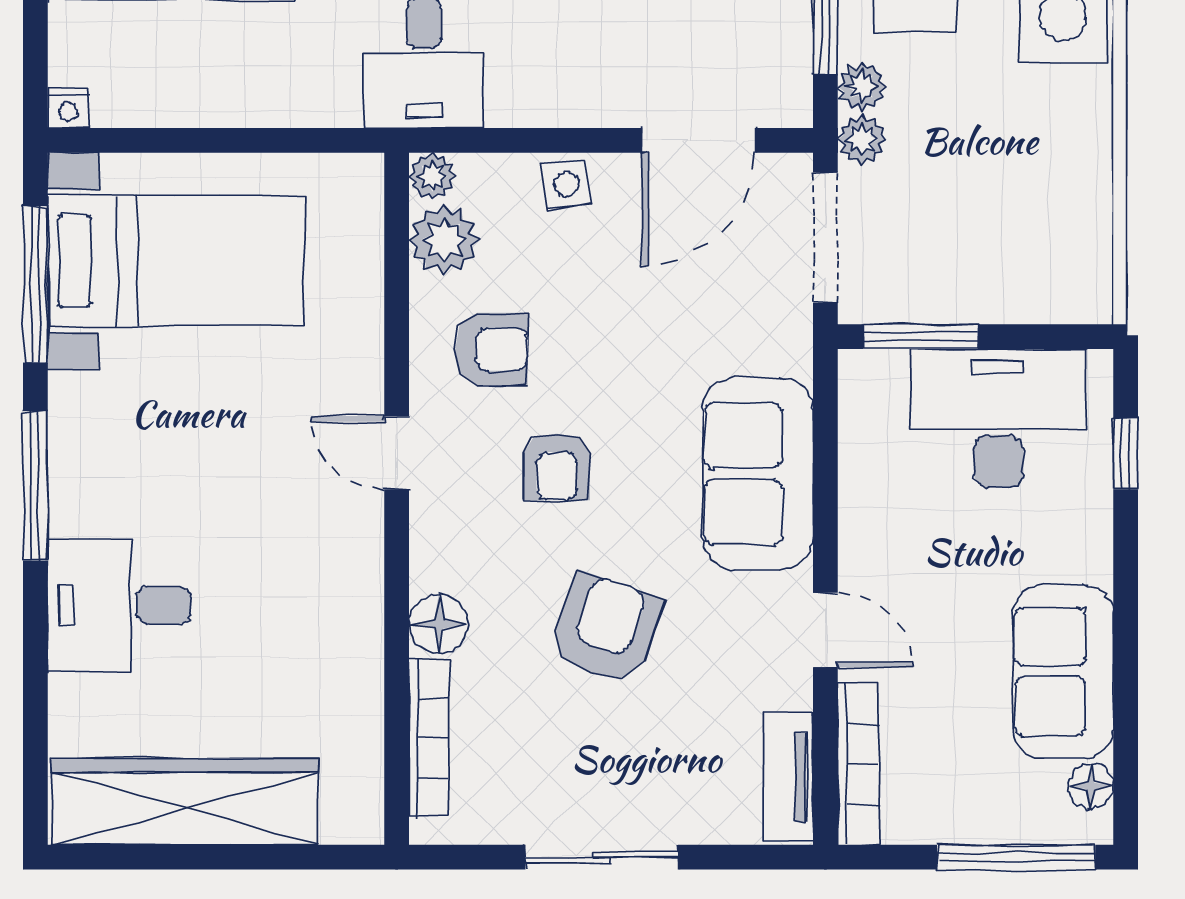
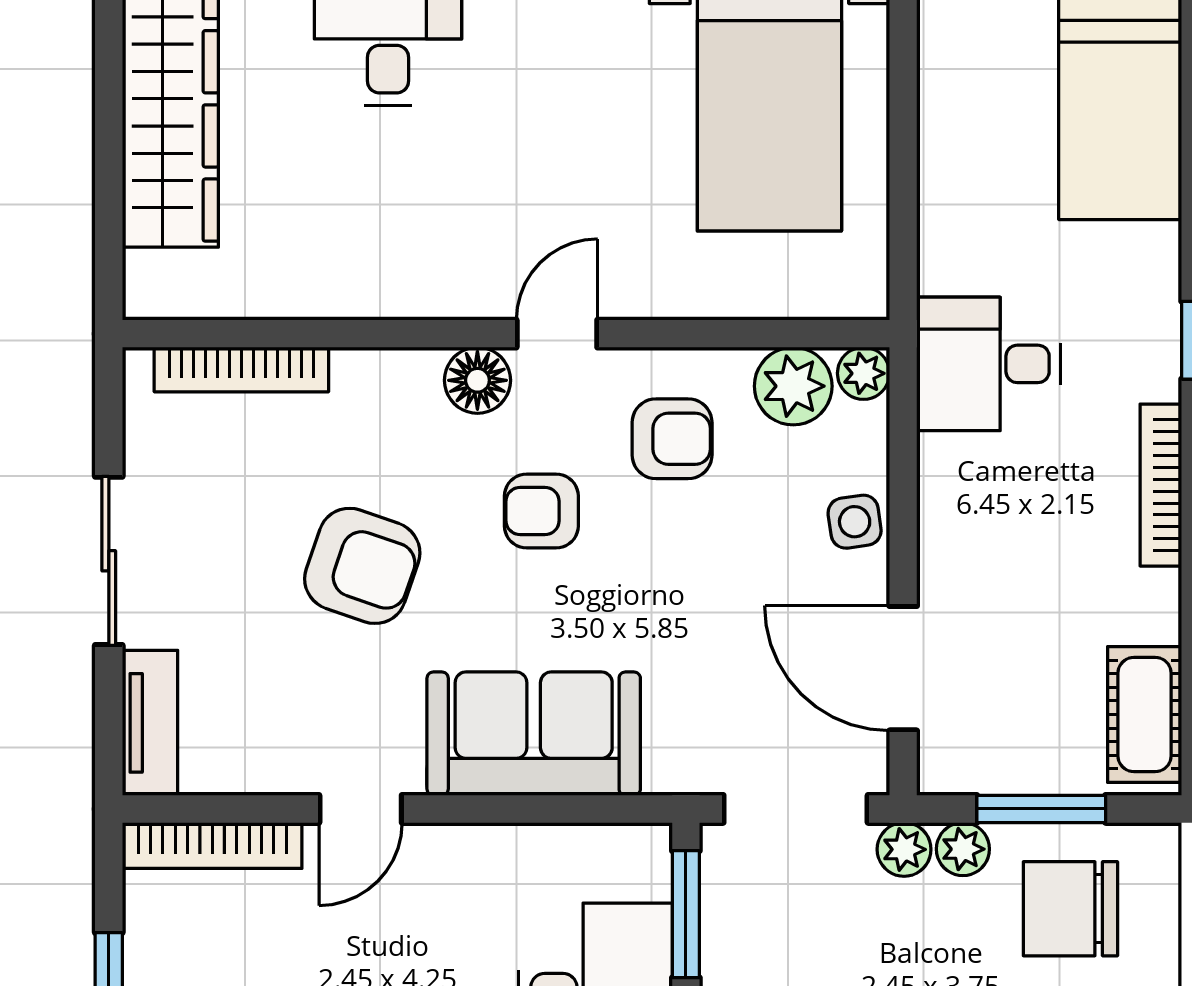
armchair: (491, 349) -> (672, 439), turned -90
floor lamp: (439, 624) -> (477, 380), moved
tv unit: (788, 777) -> (150, 723), moved, turned 90

